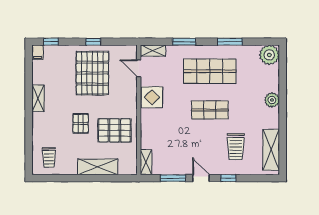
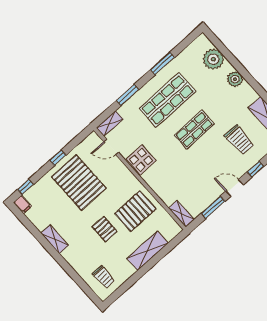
plant: (269, 55) -> (213, 59), moved

